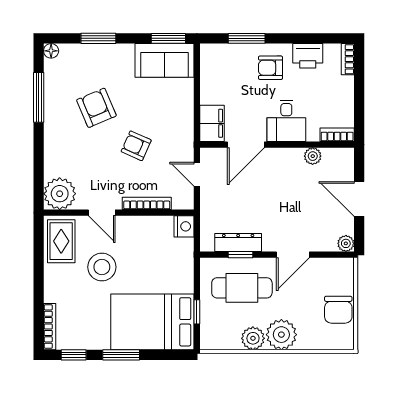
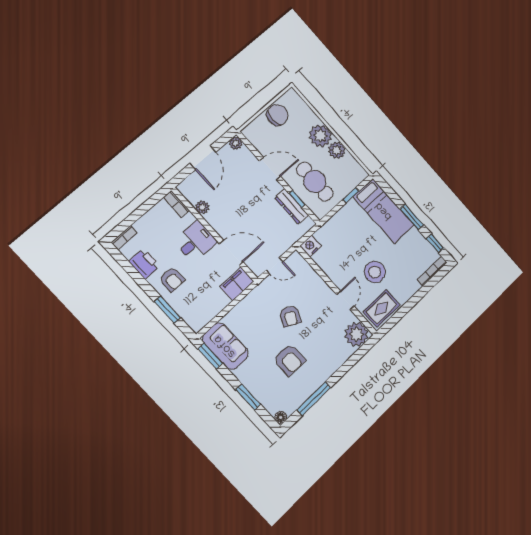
armchair: (96, 108) -> (289, 360), turned -67
door: (197, 174) -> (274, 266), hinge flipped
bookcase: (147, 203) -> (317, 279), removed
bed: (152, 322) -> (384, 211), width x0.67

